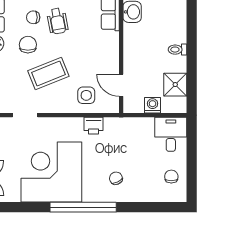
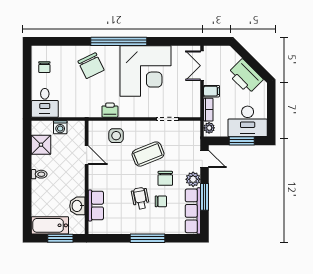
door: (121, 85) -> (87, 155), moved
chair: (116, 178) -> (91, 66), width x1.87, depth x1.87

